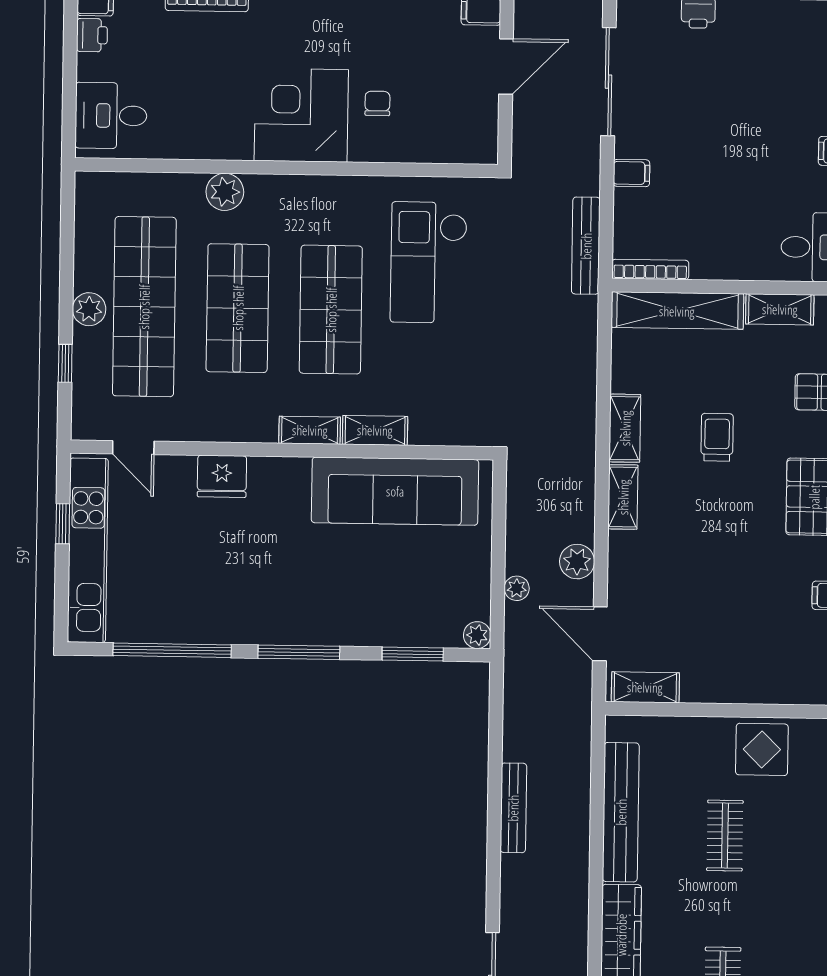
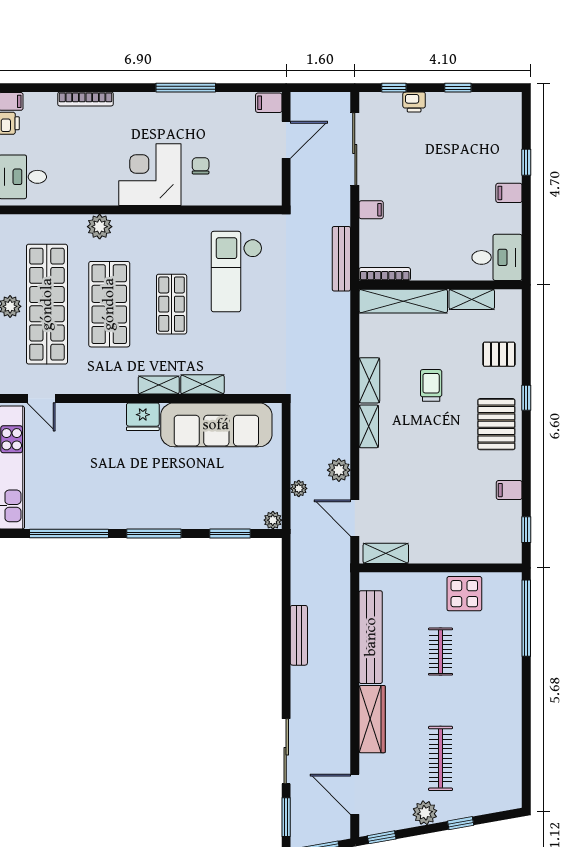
shop shelf: (331, 310) -> (172, 304), width x0.70, depth x0.74
fridge: (222, 476) -> (143, 417), moved

